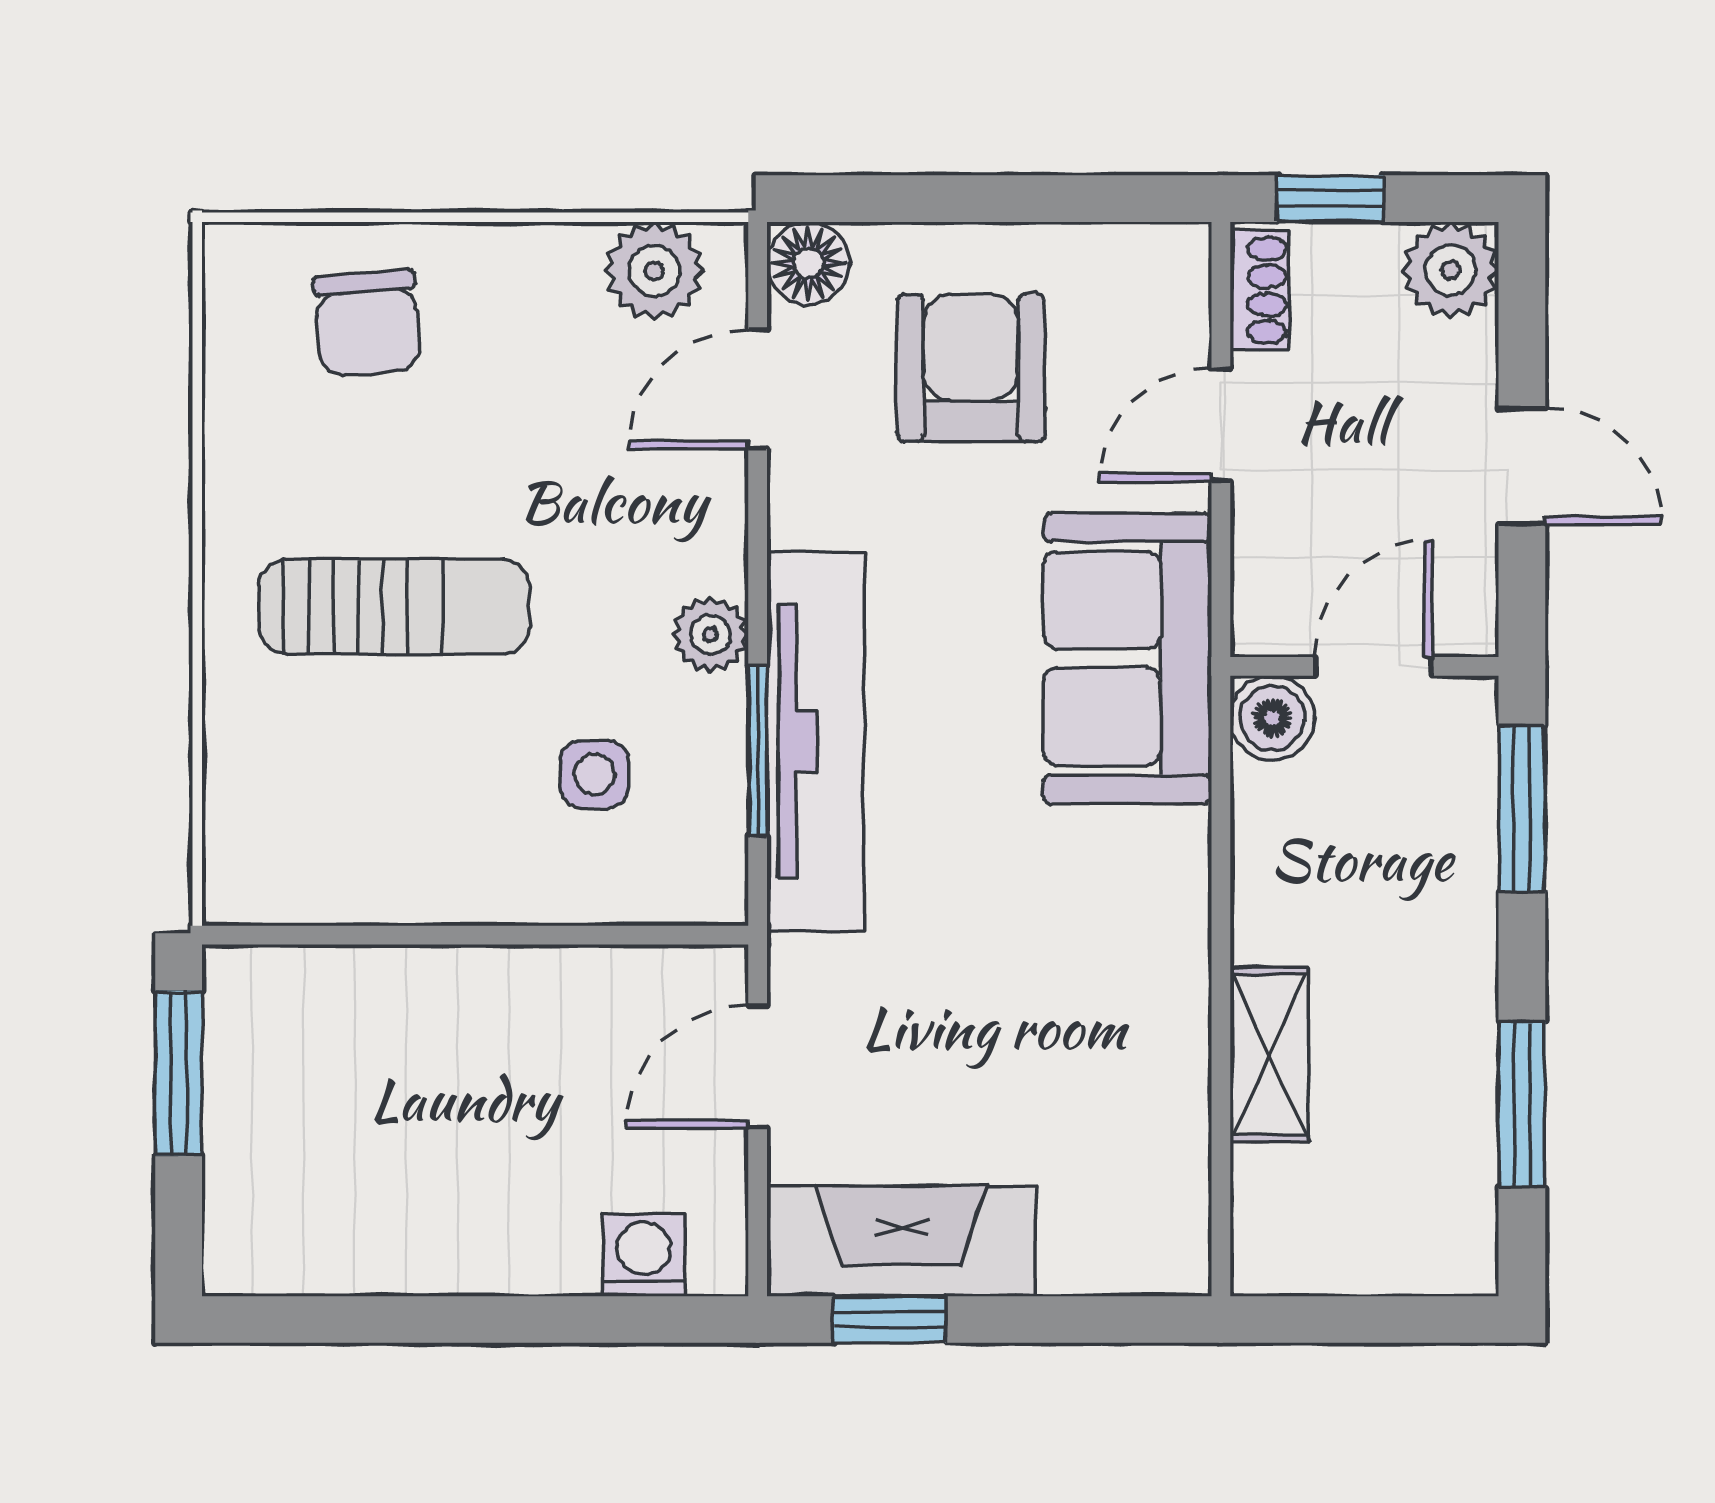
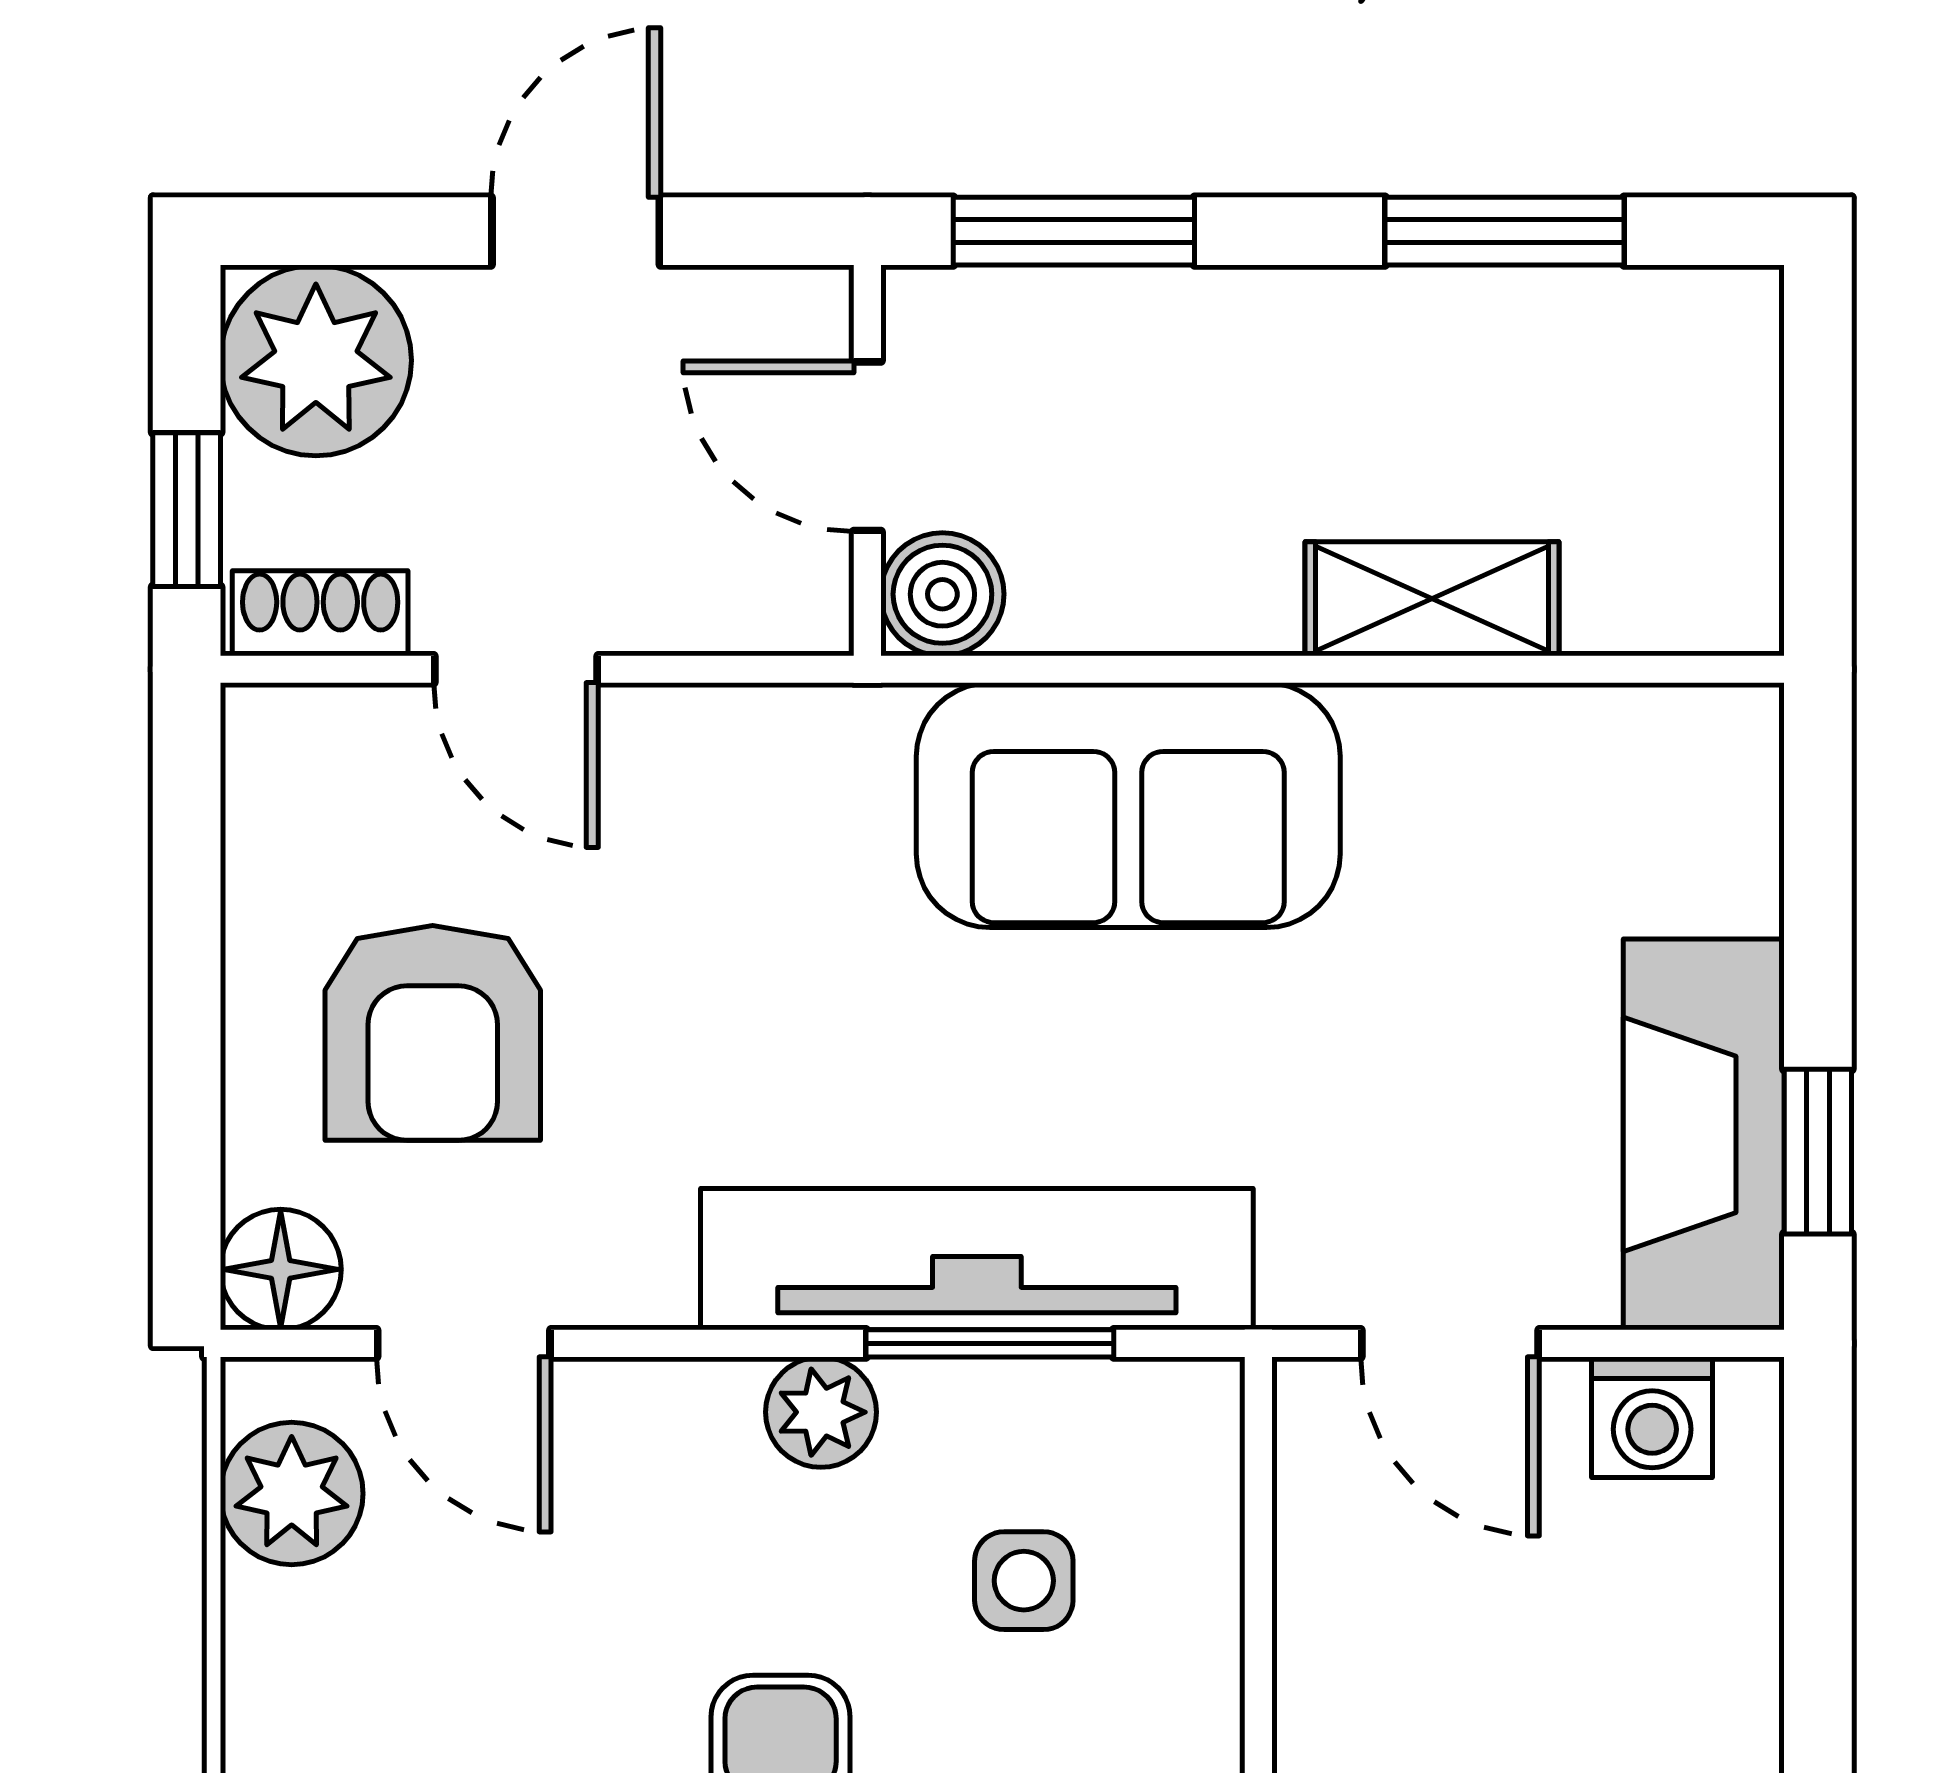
plant: (1451, 270) -> (316, 360), width x1.36, depth x1.36
armchair: (971, 368) -> (433, 1033), turned -90
sofa: (1127, 658) -> (1128, 805), moved
washing machine: (644, 1255) -> (1652, 1417), moved, turned -90

